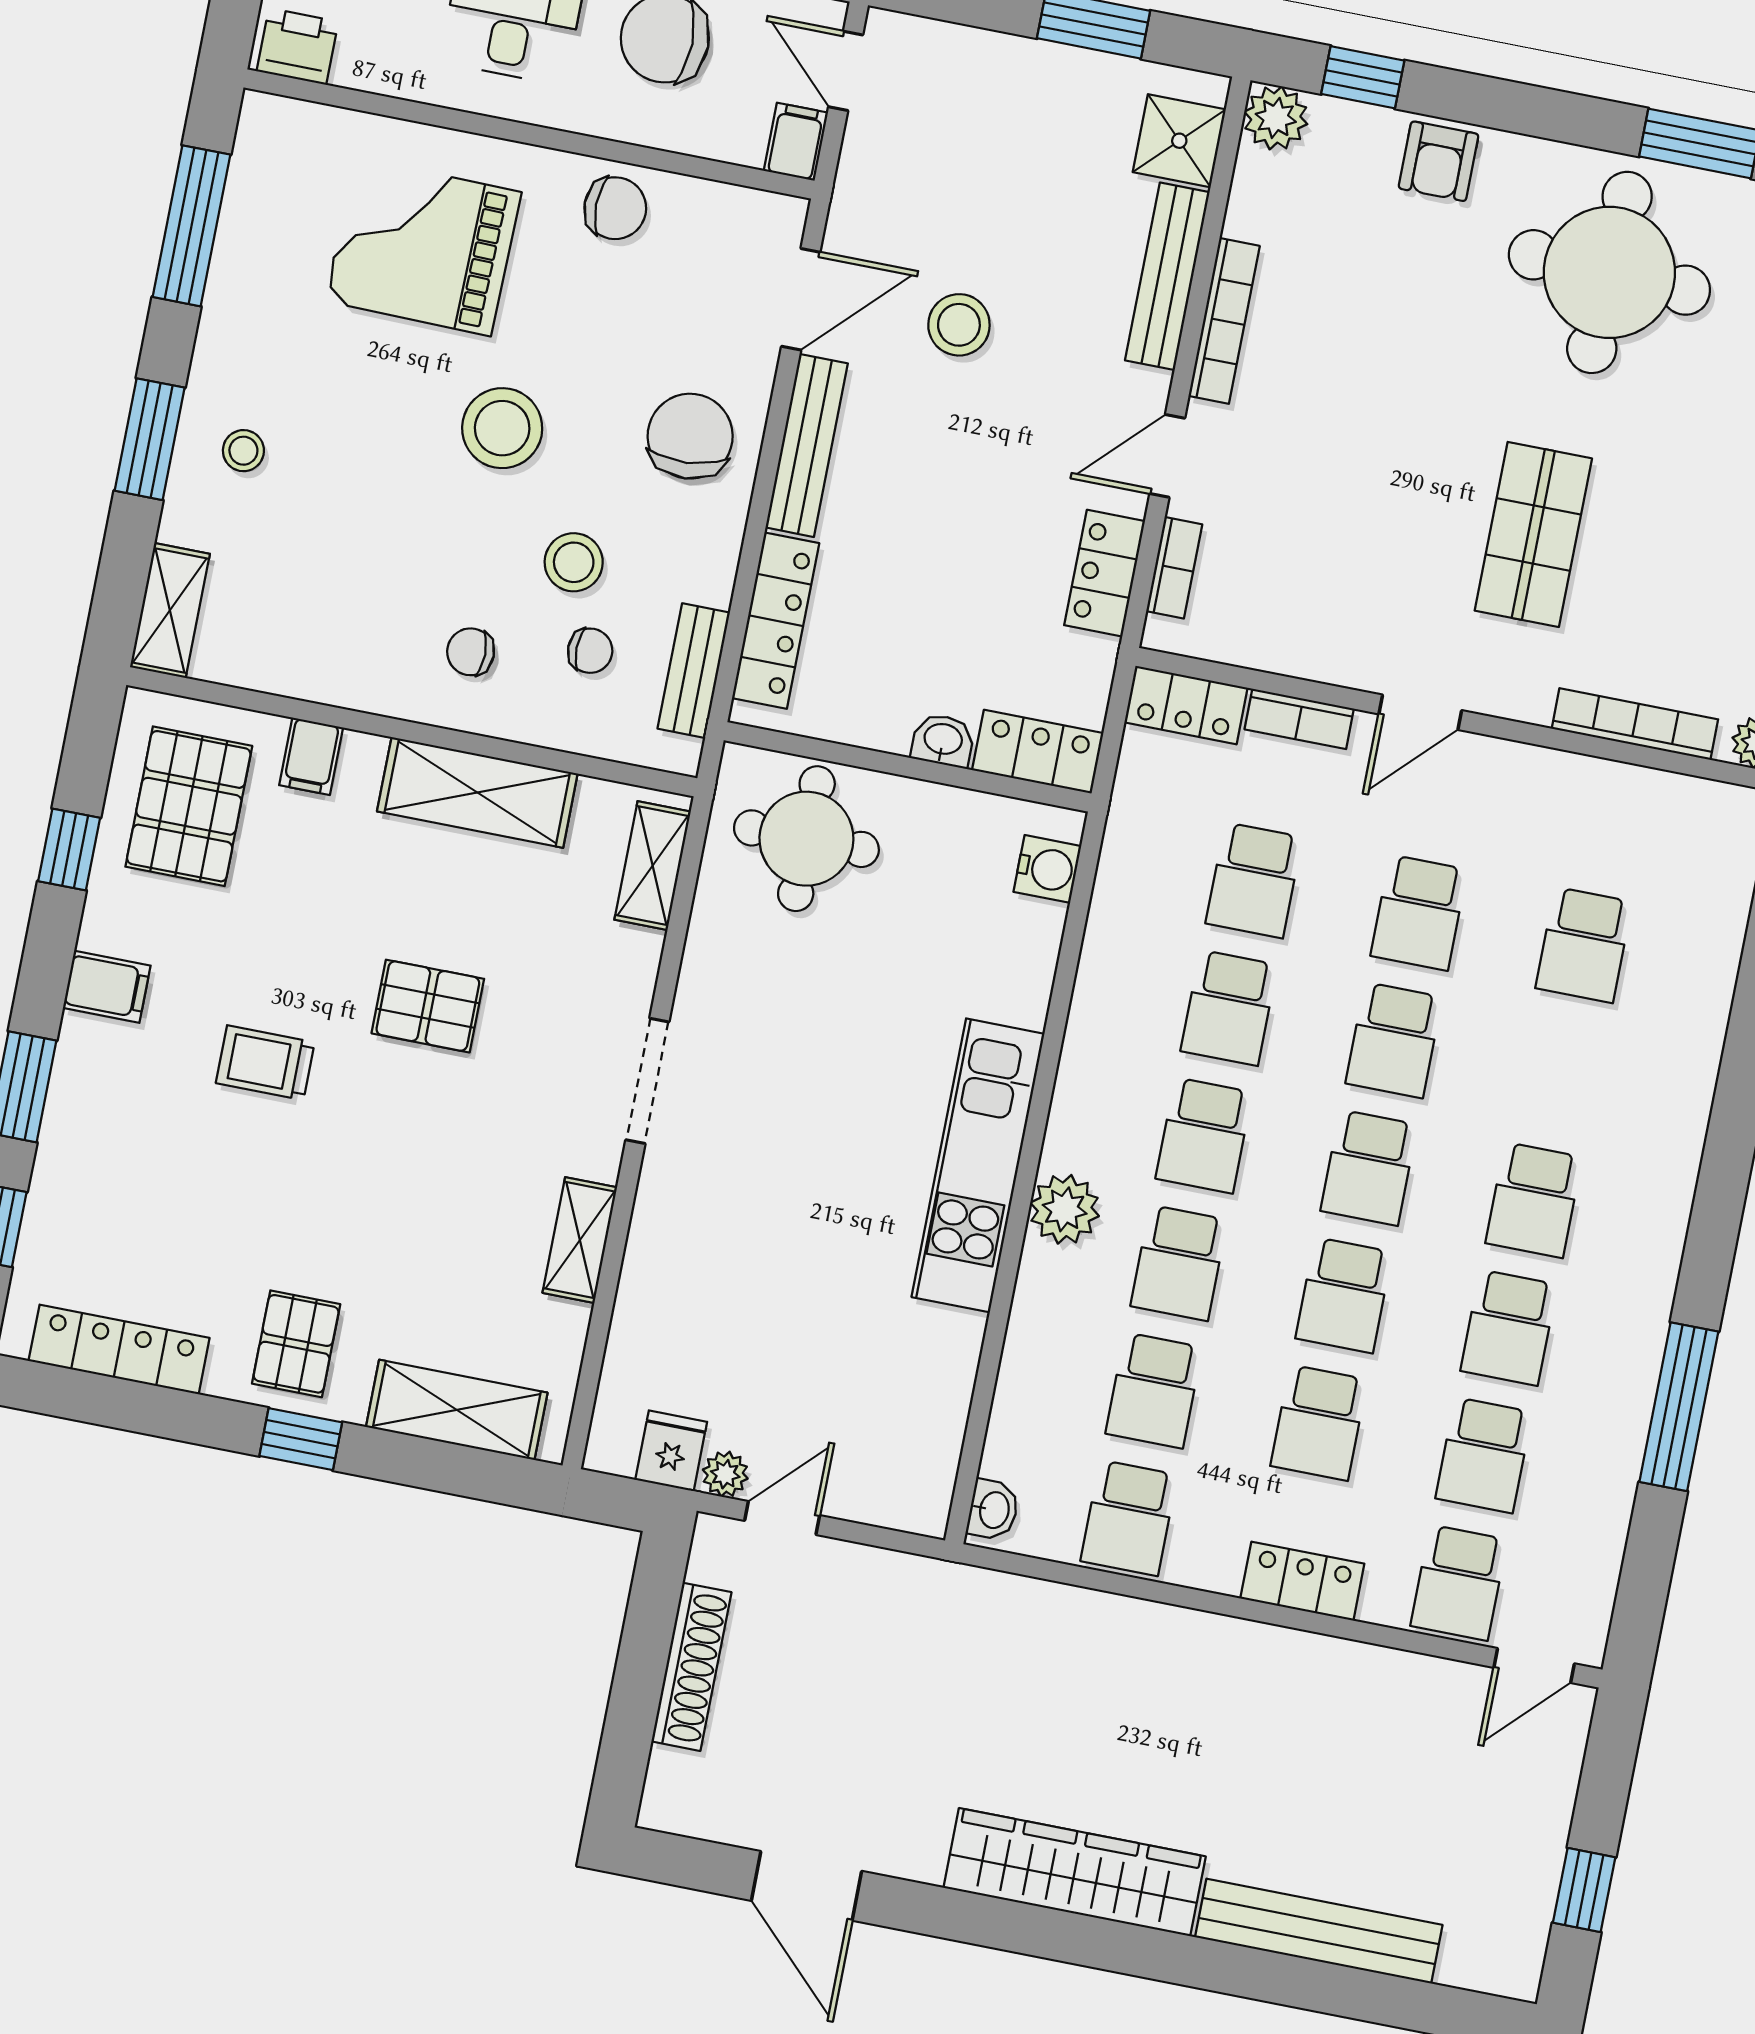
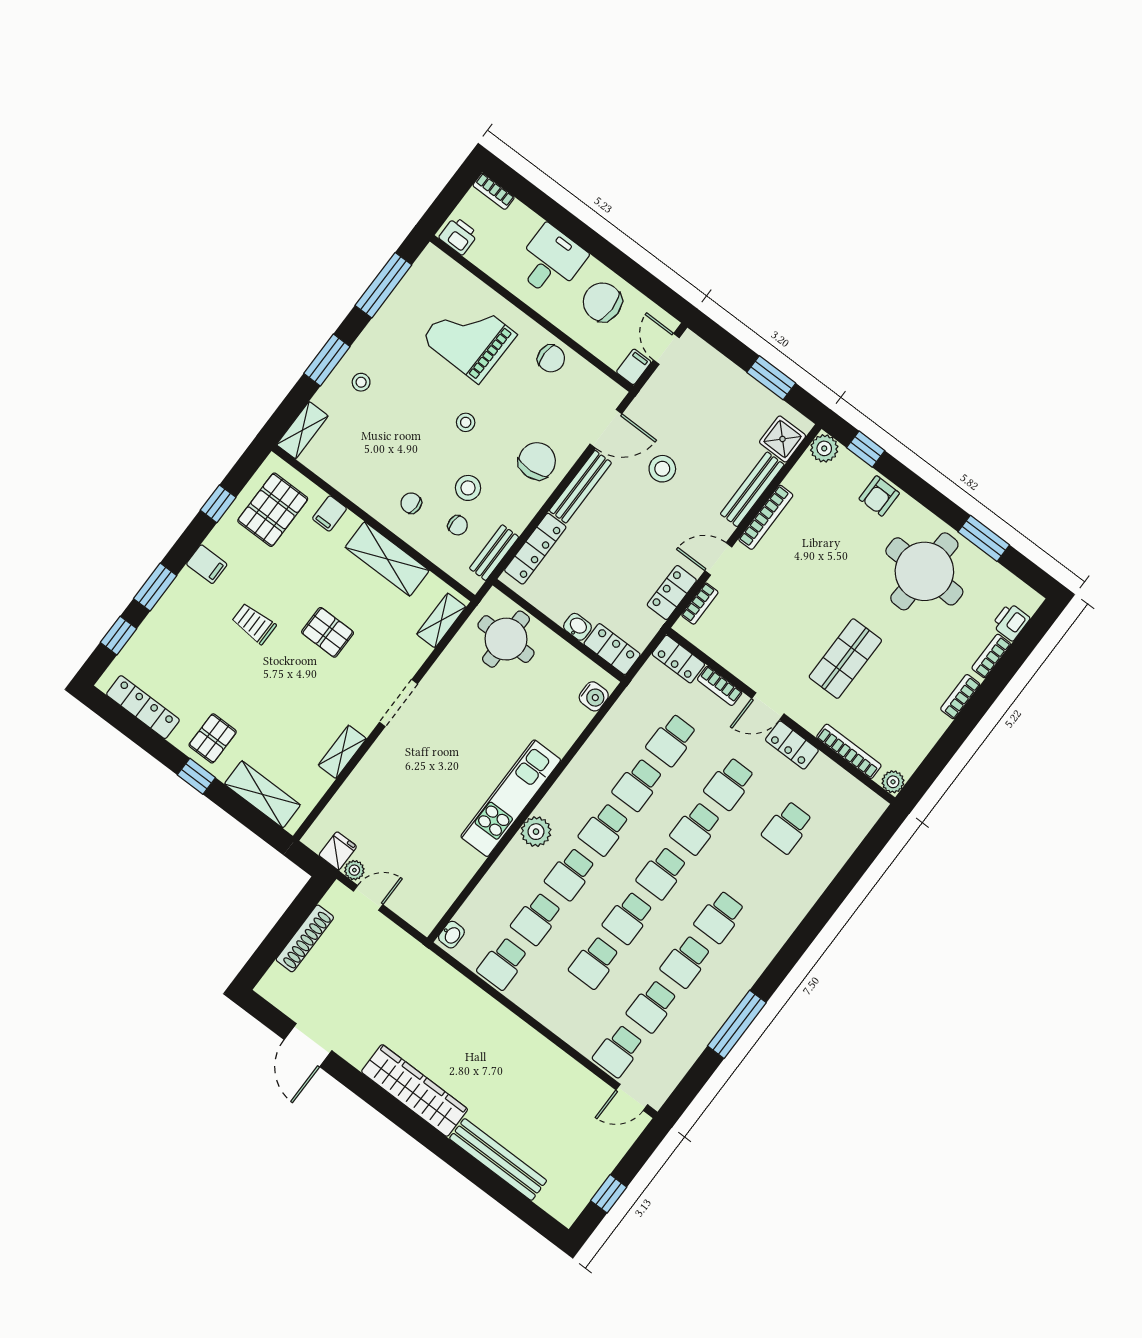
stool: (502, 428) -> (466, 422), width x0.53, depth x0.53
locker: (1302, 1581) -> (792, 745), moved, turned 180

